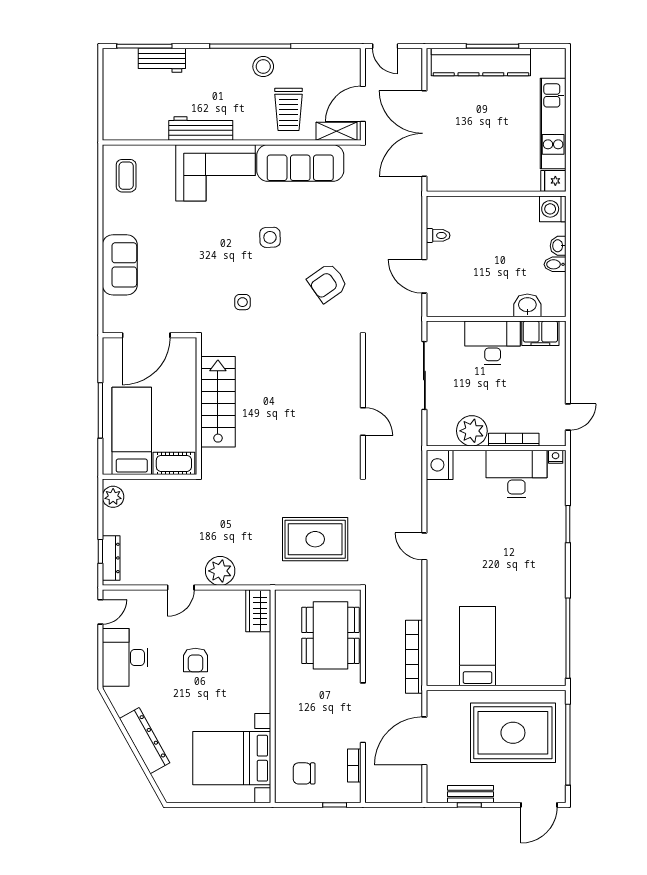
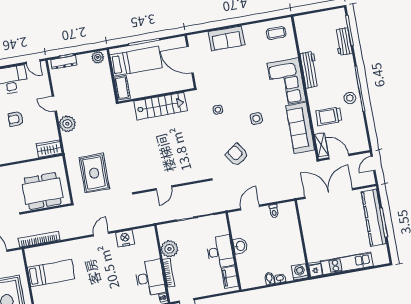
washbasin: (527, 305) -> (240, 246), moved
nightstand: (440, 465) -> (125, 238), moved

